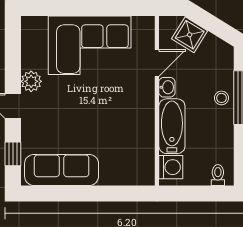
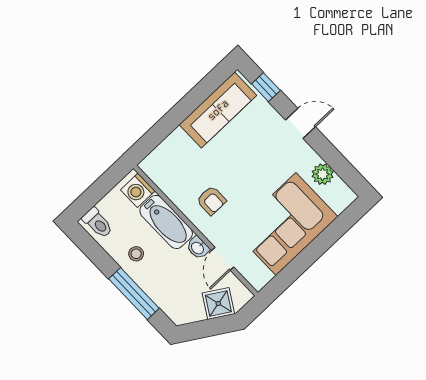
plant: (31, 81) -> (323, 174), moved
stool: (221, 98) -> (136, 254), moved
armchair: (126, 111) -> (211, 200), added
toilet: (218, 175) -> (98, 223), width x1.37, depth x1.39

